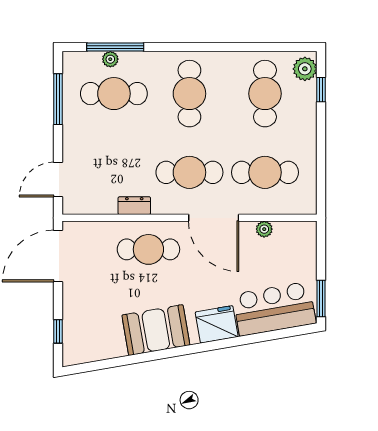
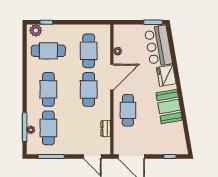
cafe table: (189, 94) -> (48, 89), turned 90
dresser: (134, 206) -> (106, 128), moved

